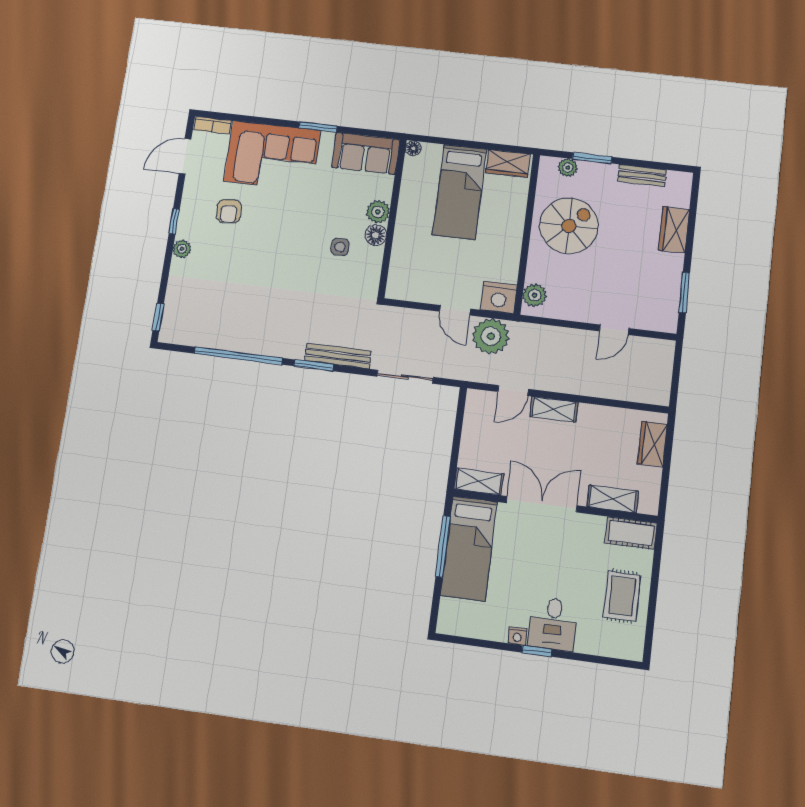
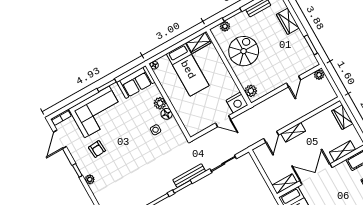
plant: (491, 336) -> (319, 75), moved, width x0.53, depth x0.53

